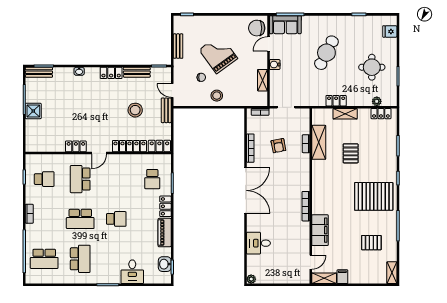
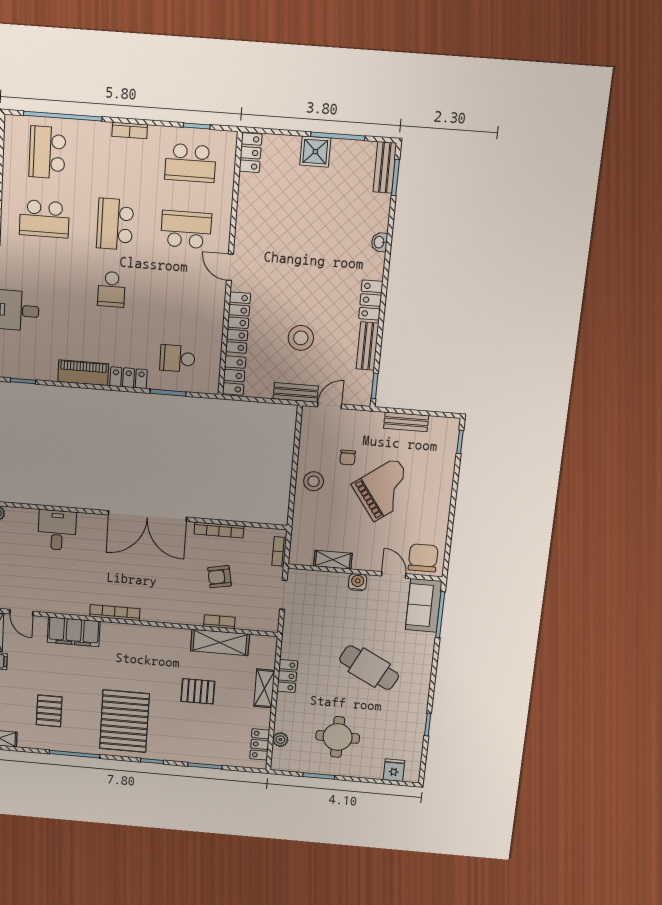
locker: (76, 146) -> (251, 153), moved
school desk: (44, 179) -> (190, 163), width x1.85
washbasin: (165, 264) -> (29, 369), removed

